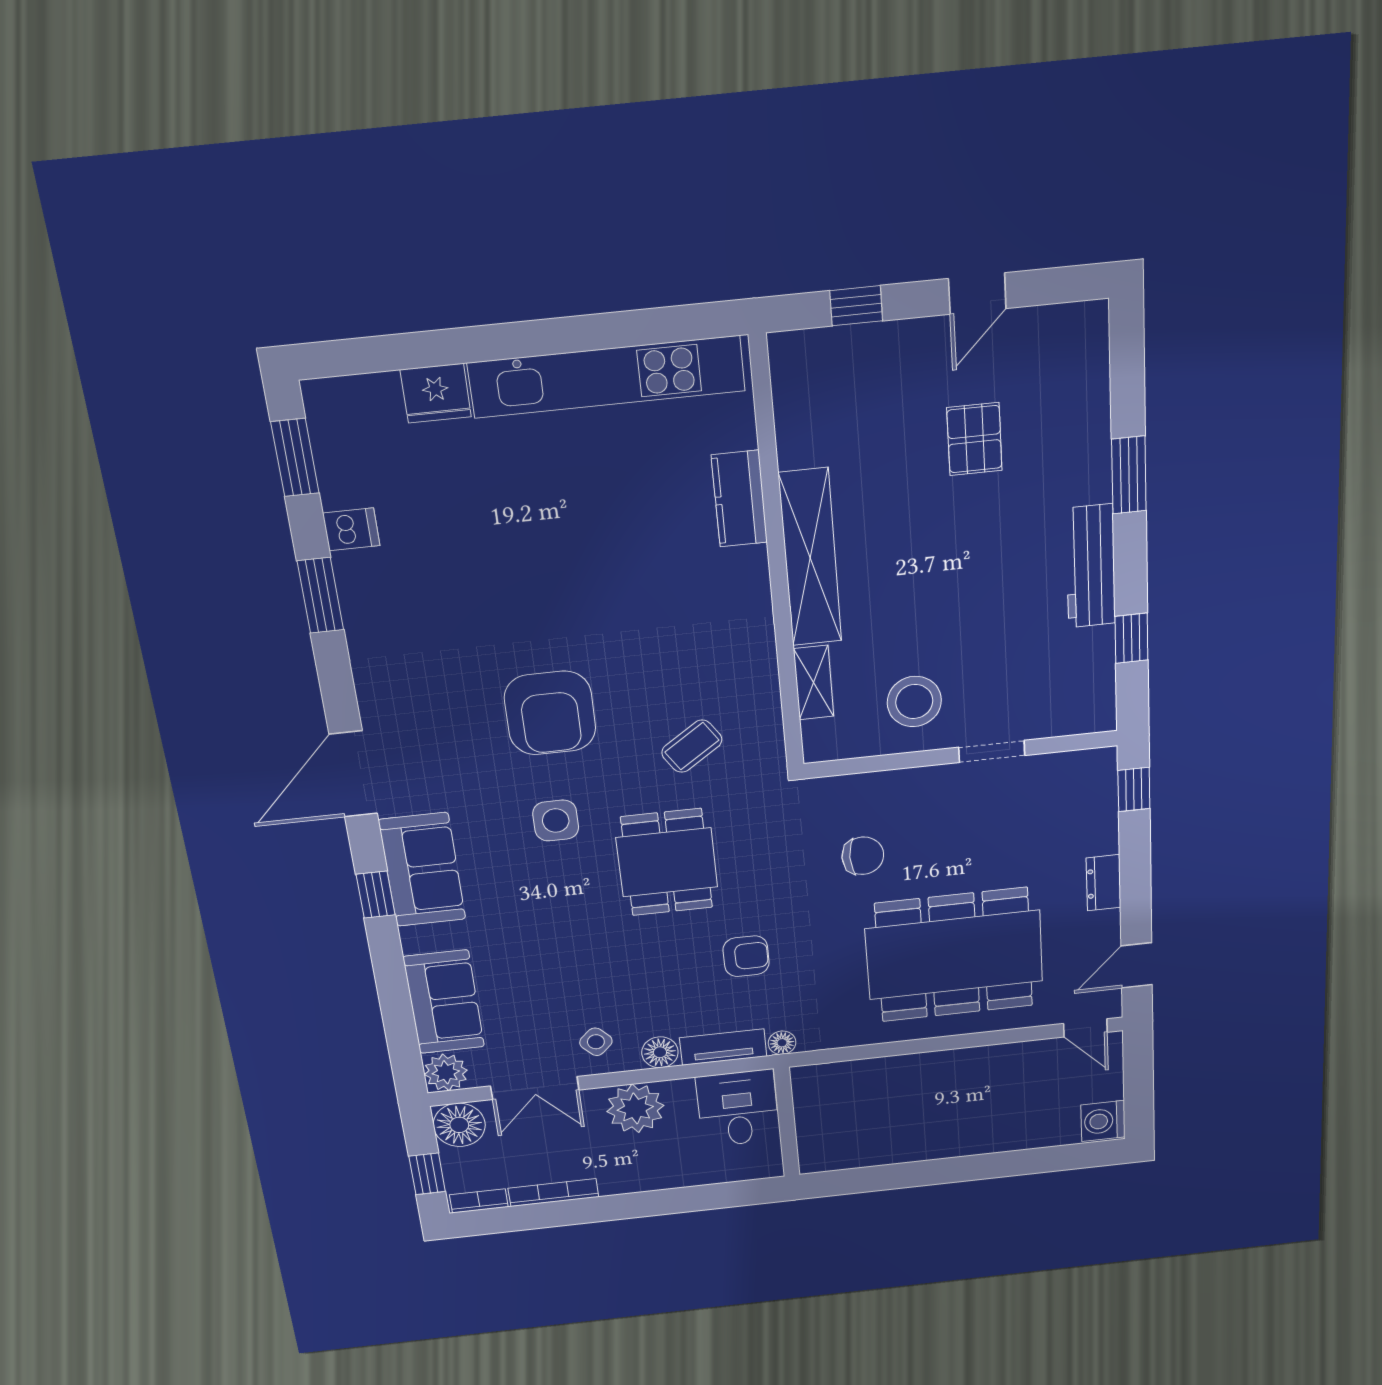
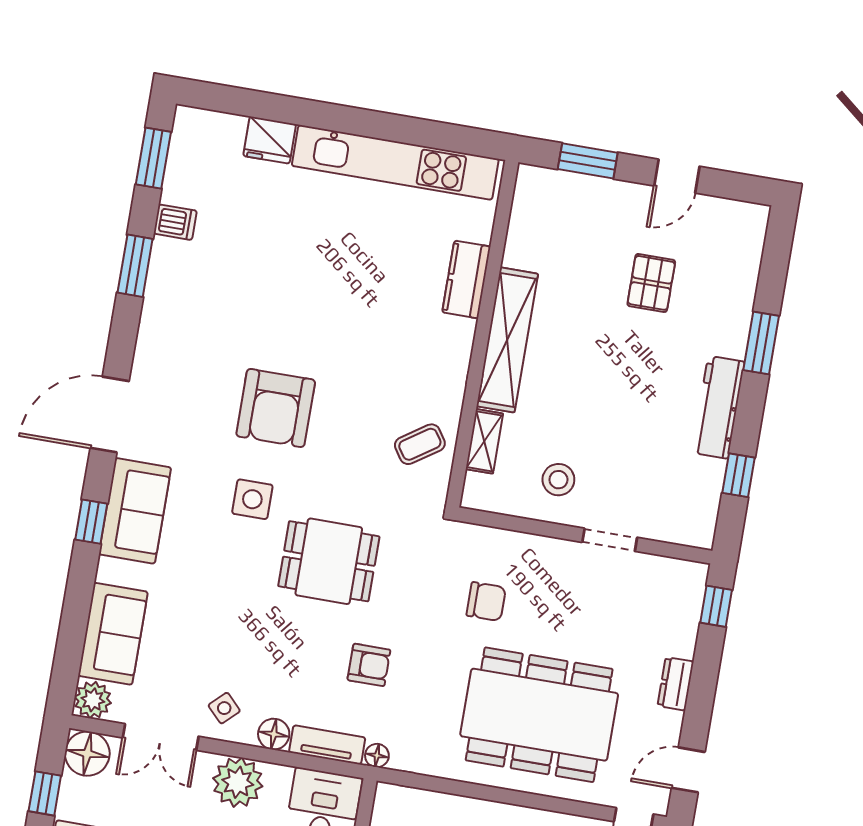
window: (856, 306) -> (588, 161), width x1.50
stool: (914, 702) -> (558, 480), width x0.73, depth x0.73
coffee table: (692, 746) -> (420, 444), moved
dining table: (667, 862) -> (329, 561), turned 90

